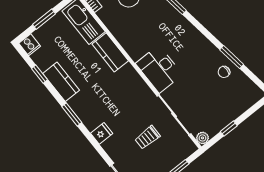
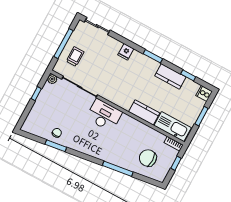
trolley: (147, 137) -> (75, 57), moved

